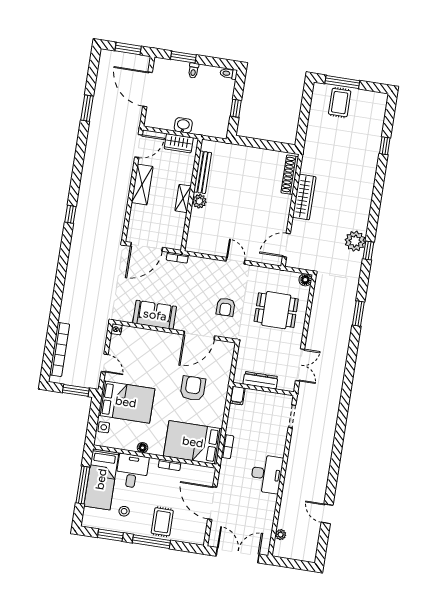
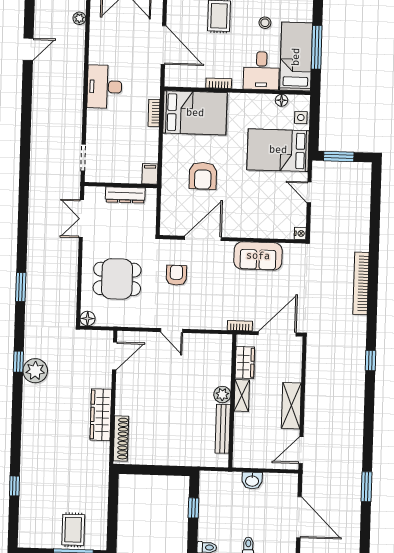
wardrobe: (179, 143) -> (245, 362), moved, turned 90
bookcase: (60, 349) -> (361, 283), moved
floor lamp: (143, 448) -> (281, 100), moved
door: (327, 514) -> (28, 49), hinge flipped

